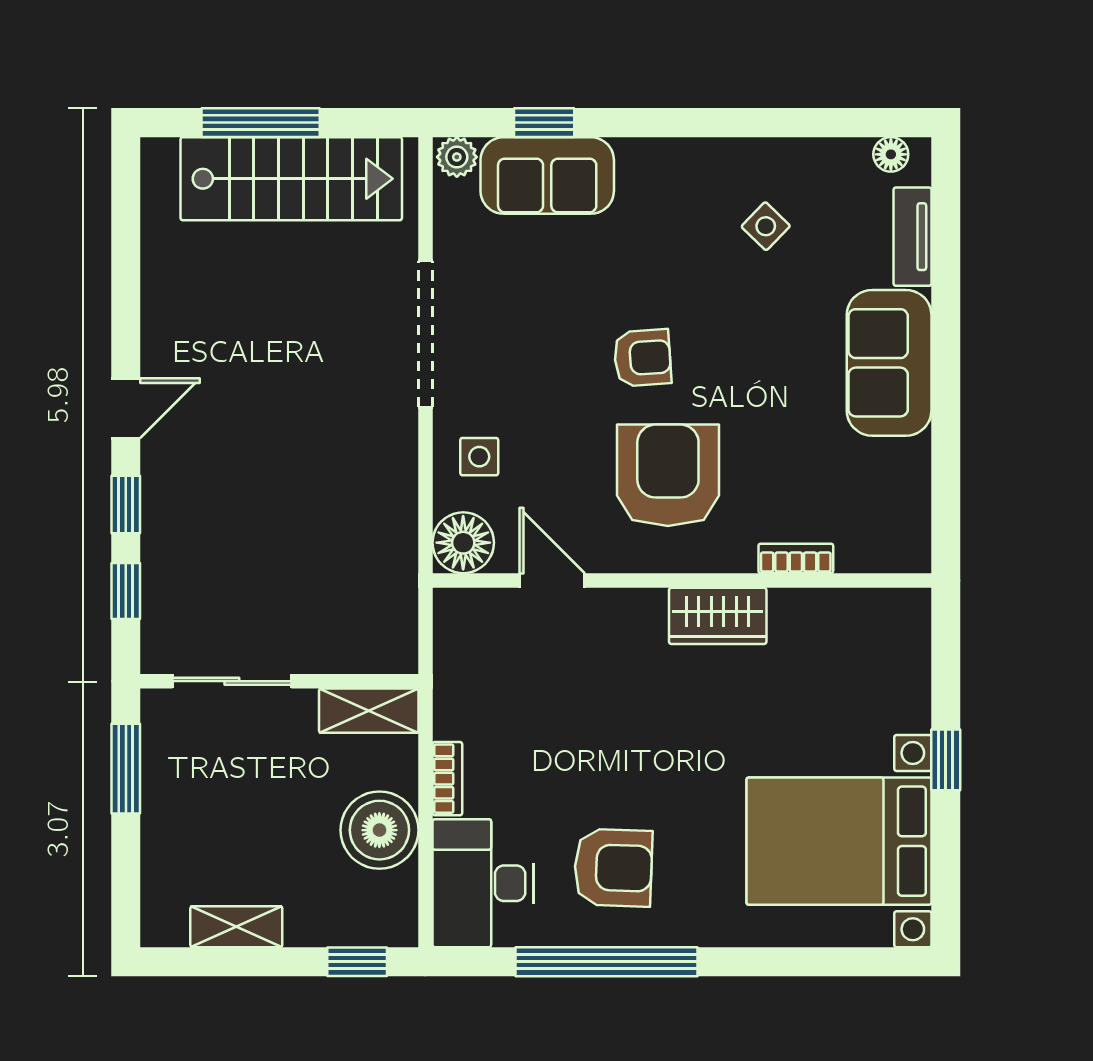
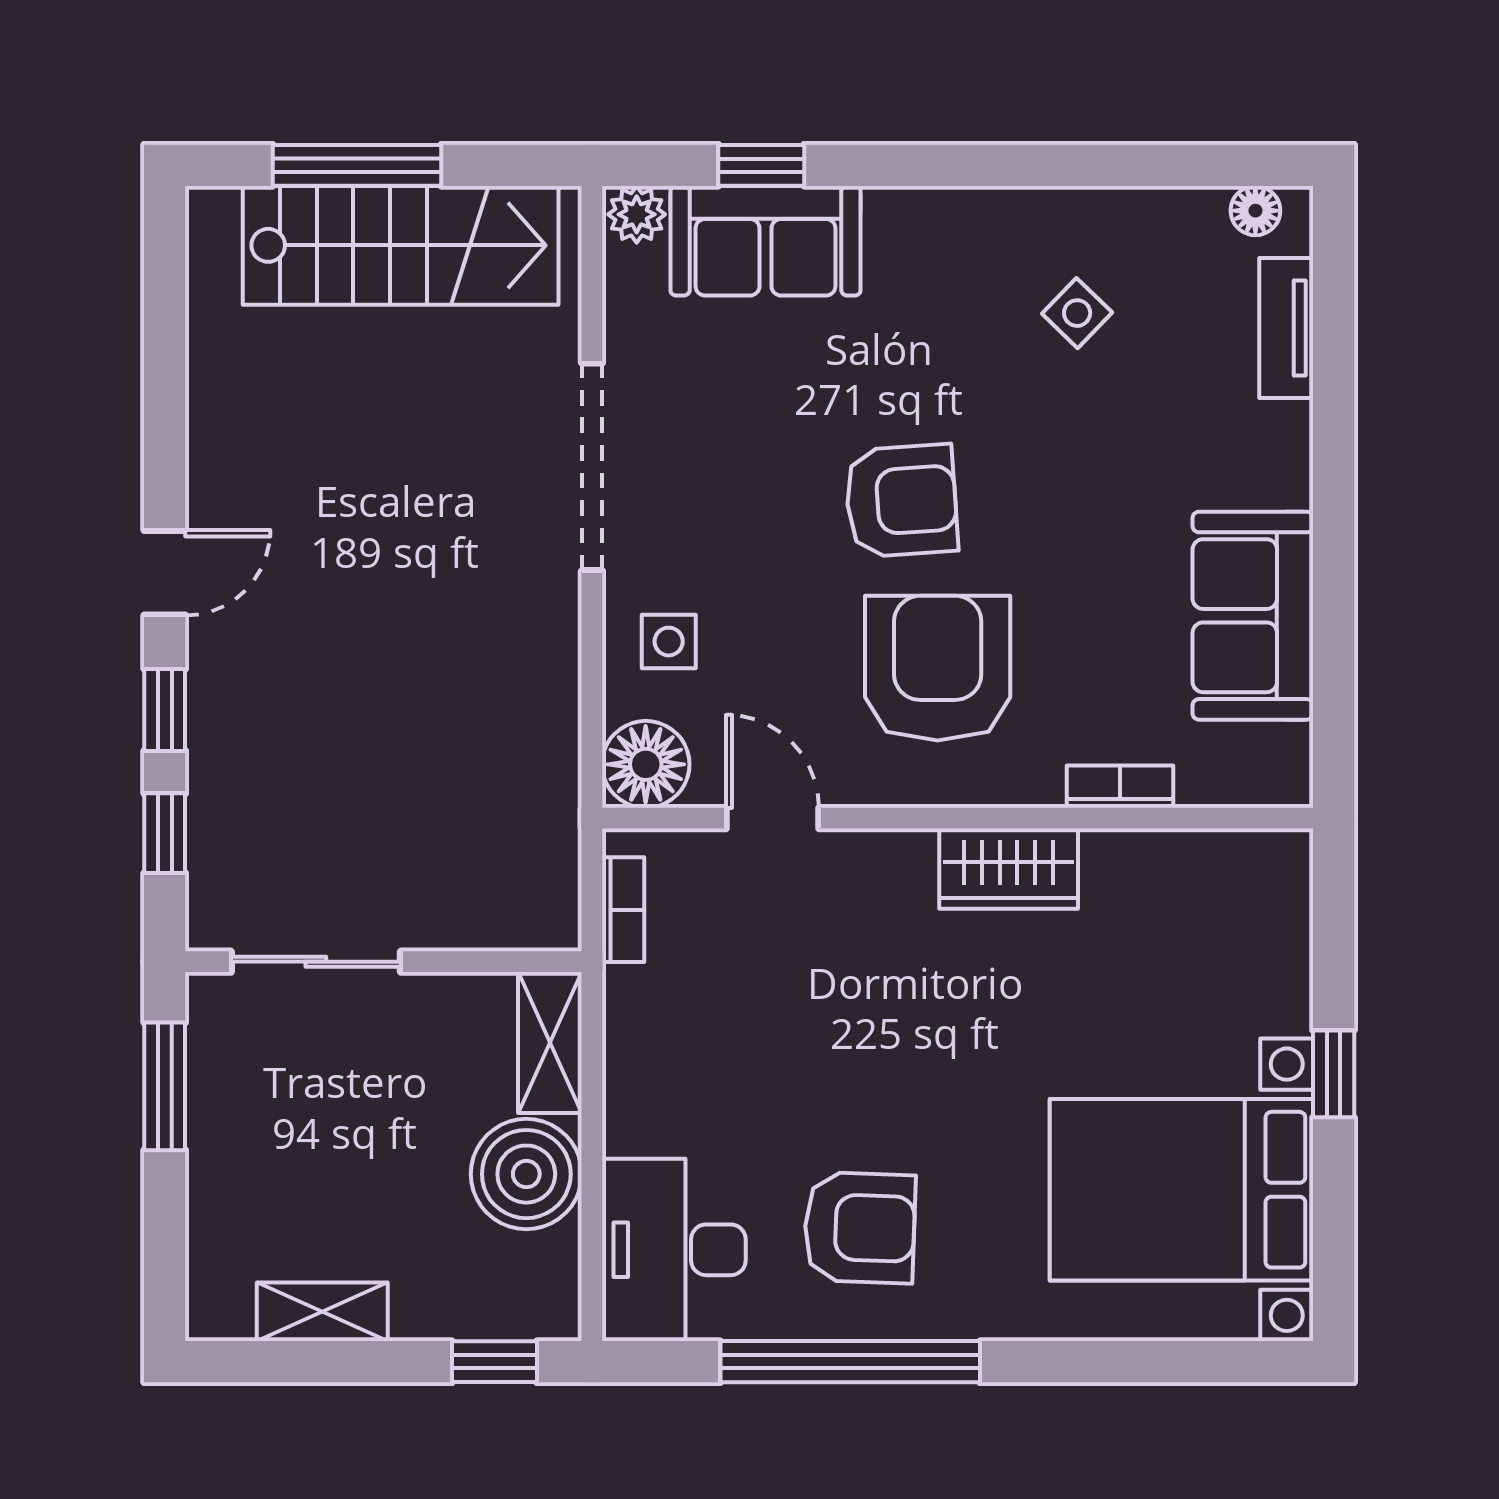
armchair: (642, 358) -> (901, 501), width x1.38, depth x1.38
sofa: (889, 363) -> (1253, 616), moved
shelving: (369, 711) -> (550, 1043), moved, turned 90
bookcase: (447, 779) -> (623, 910), moved

